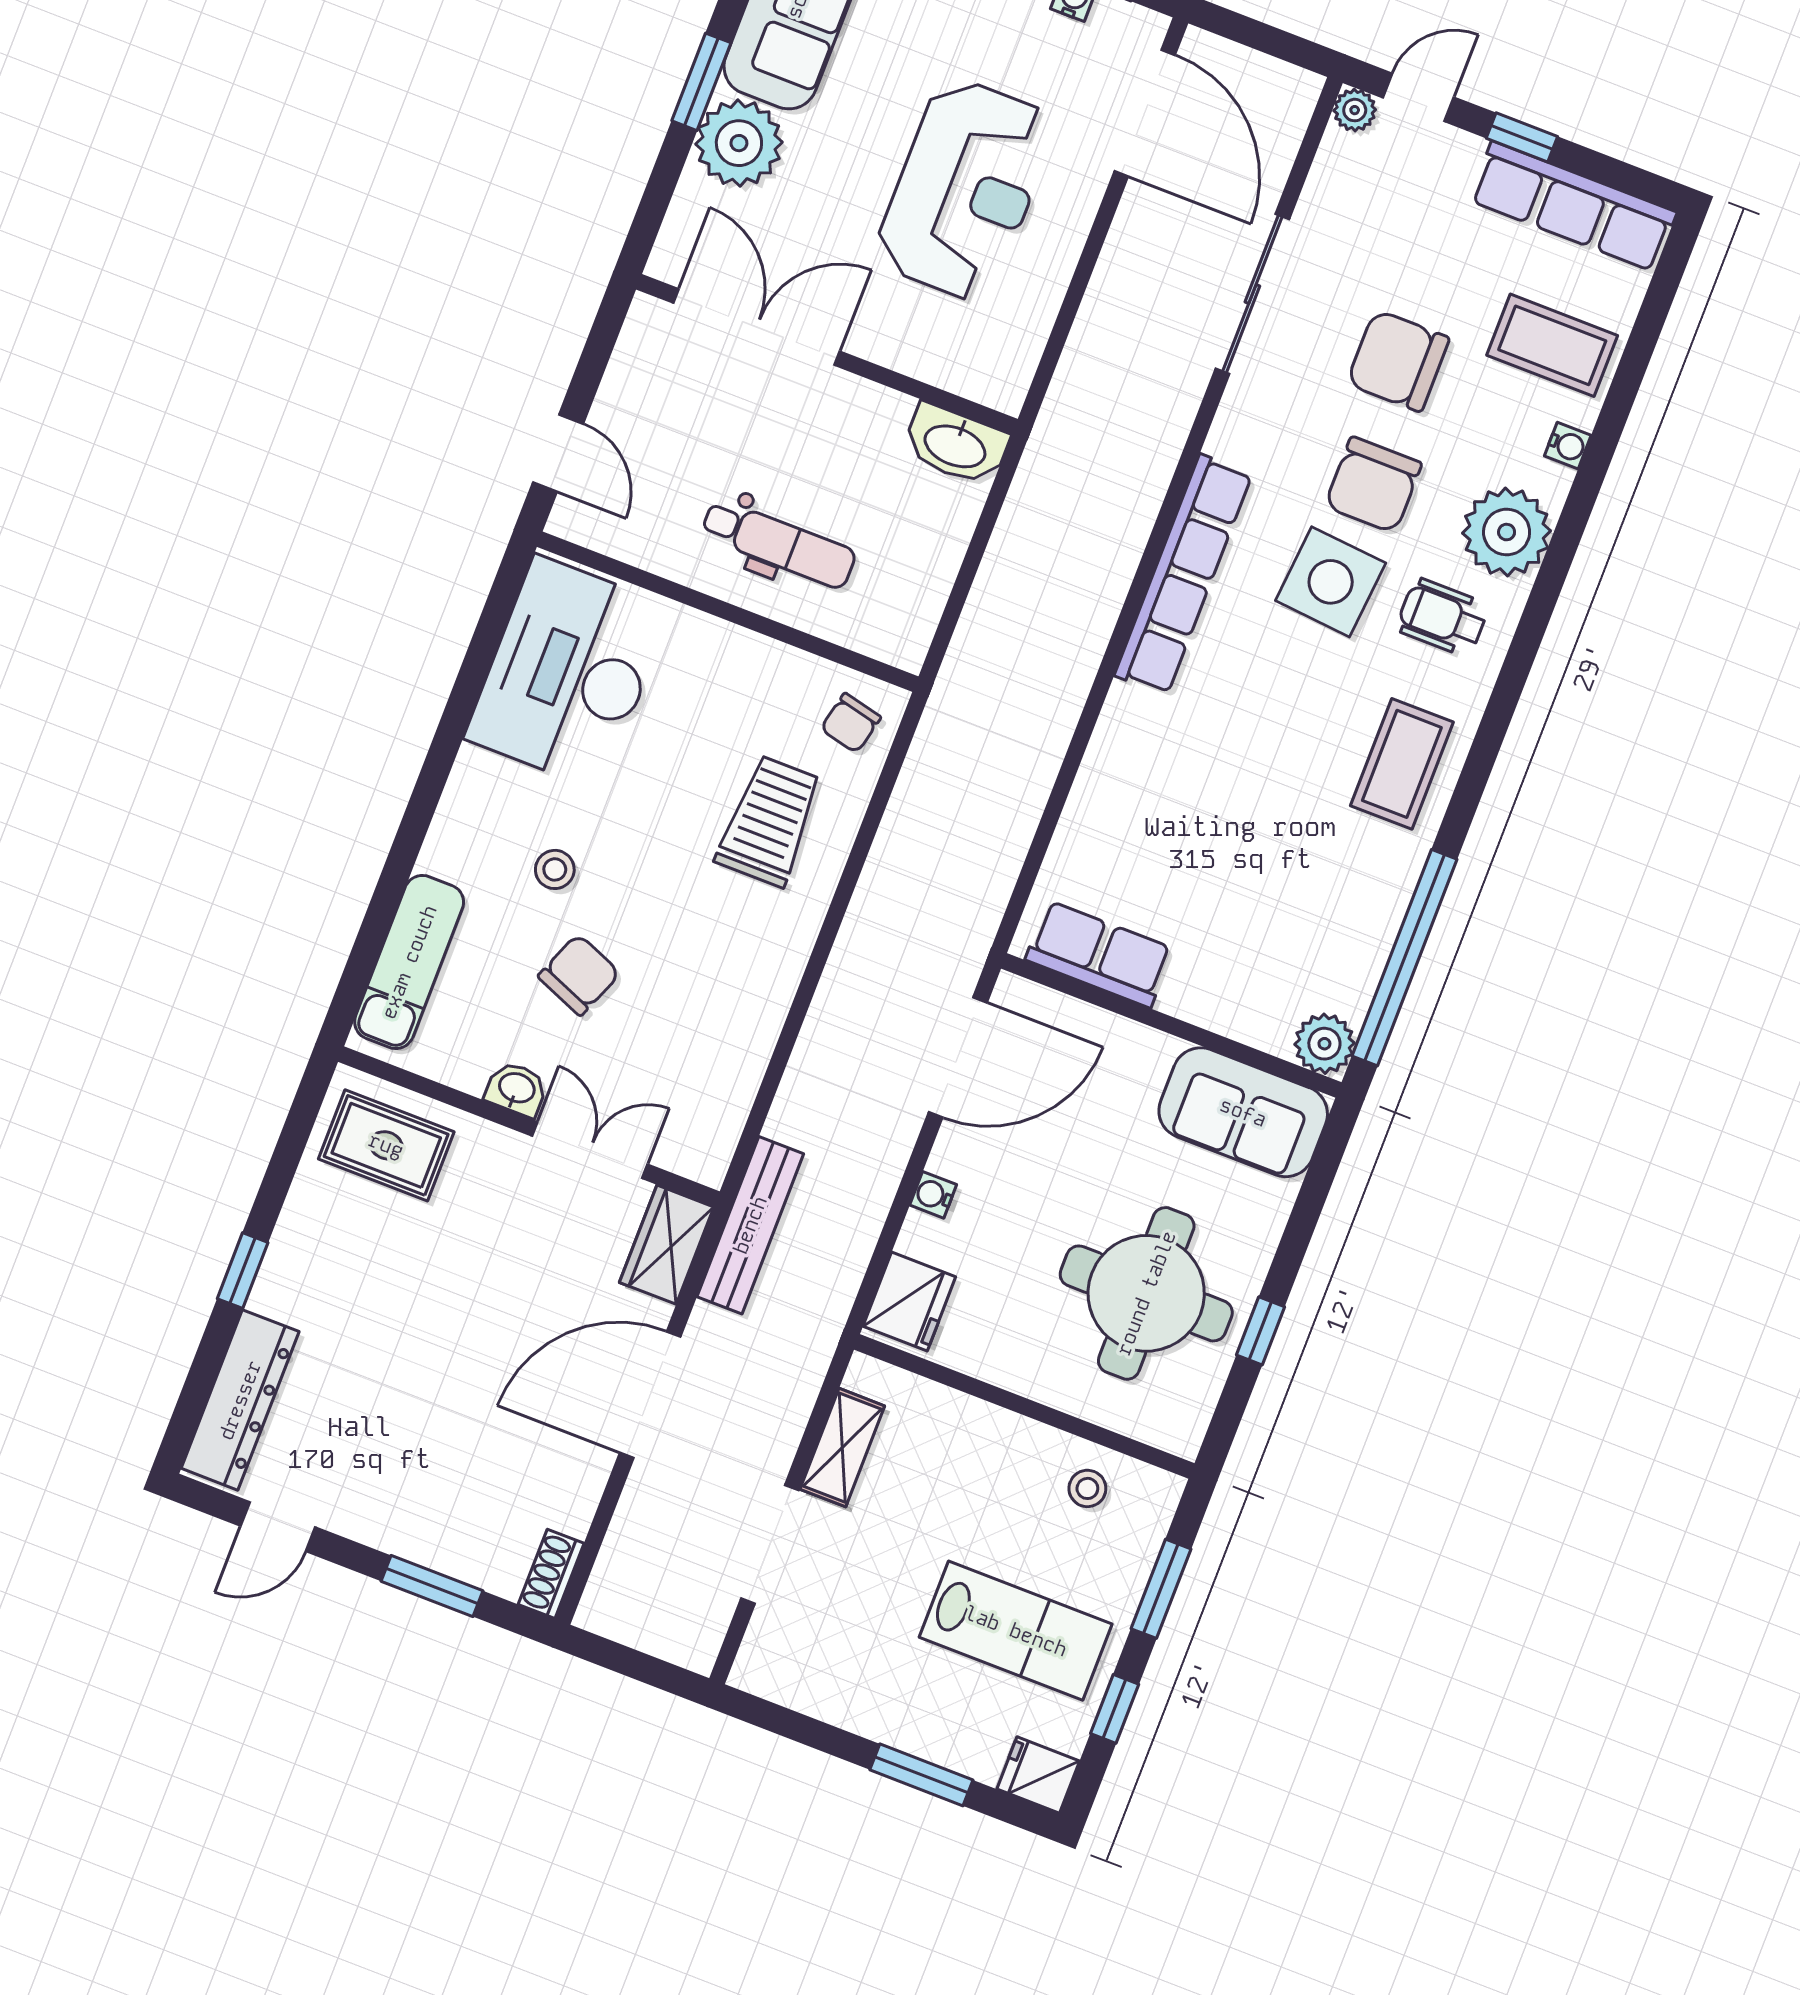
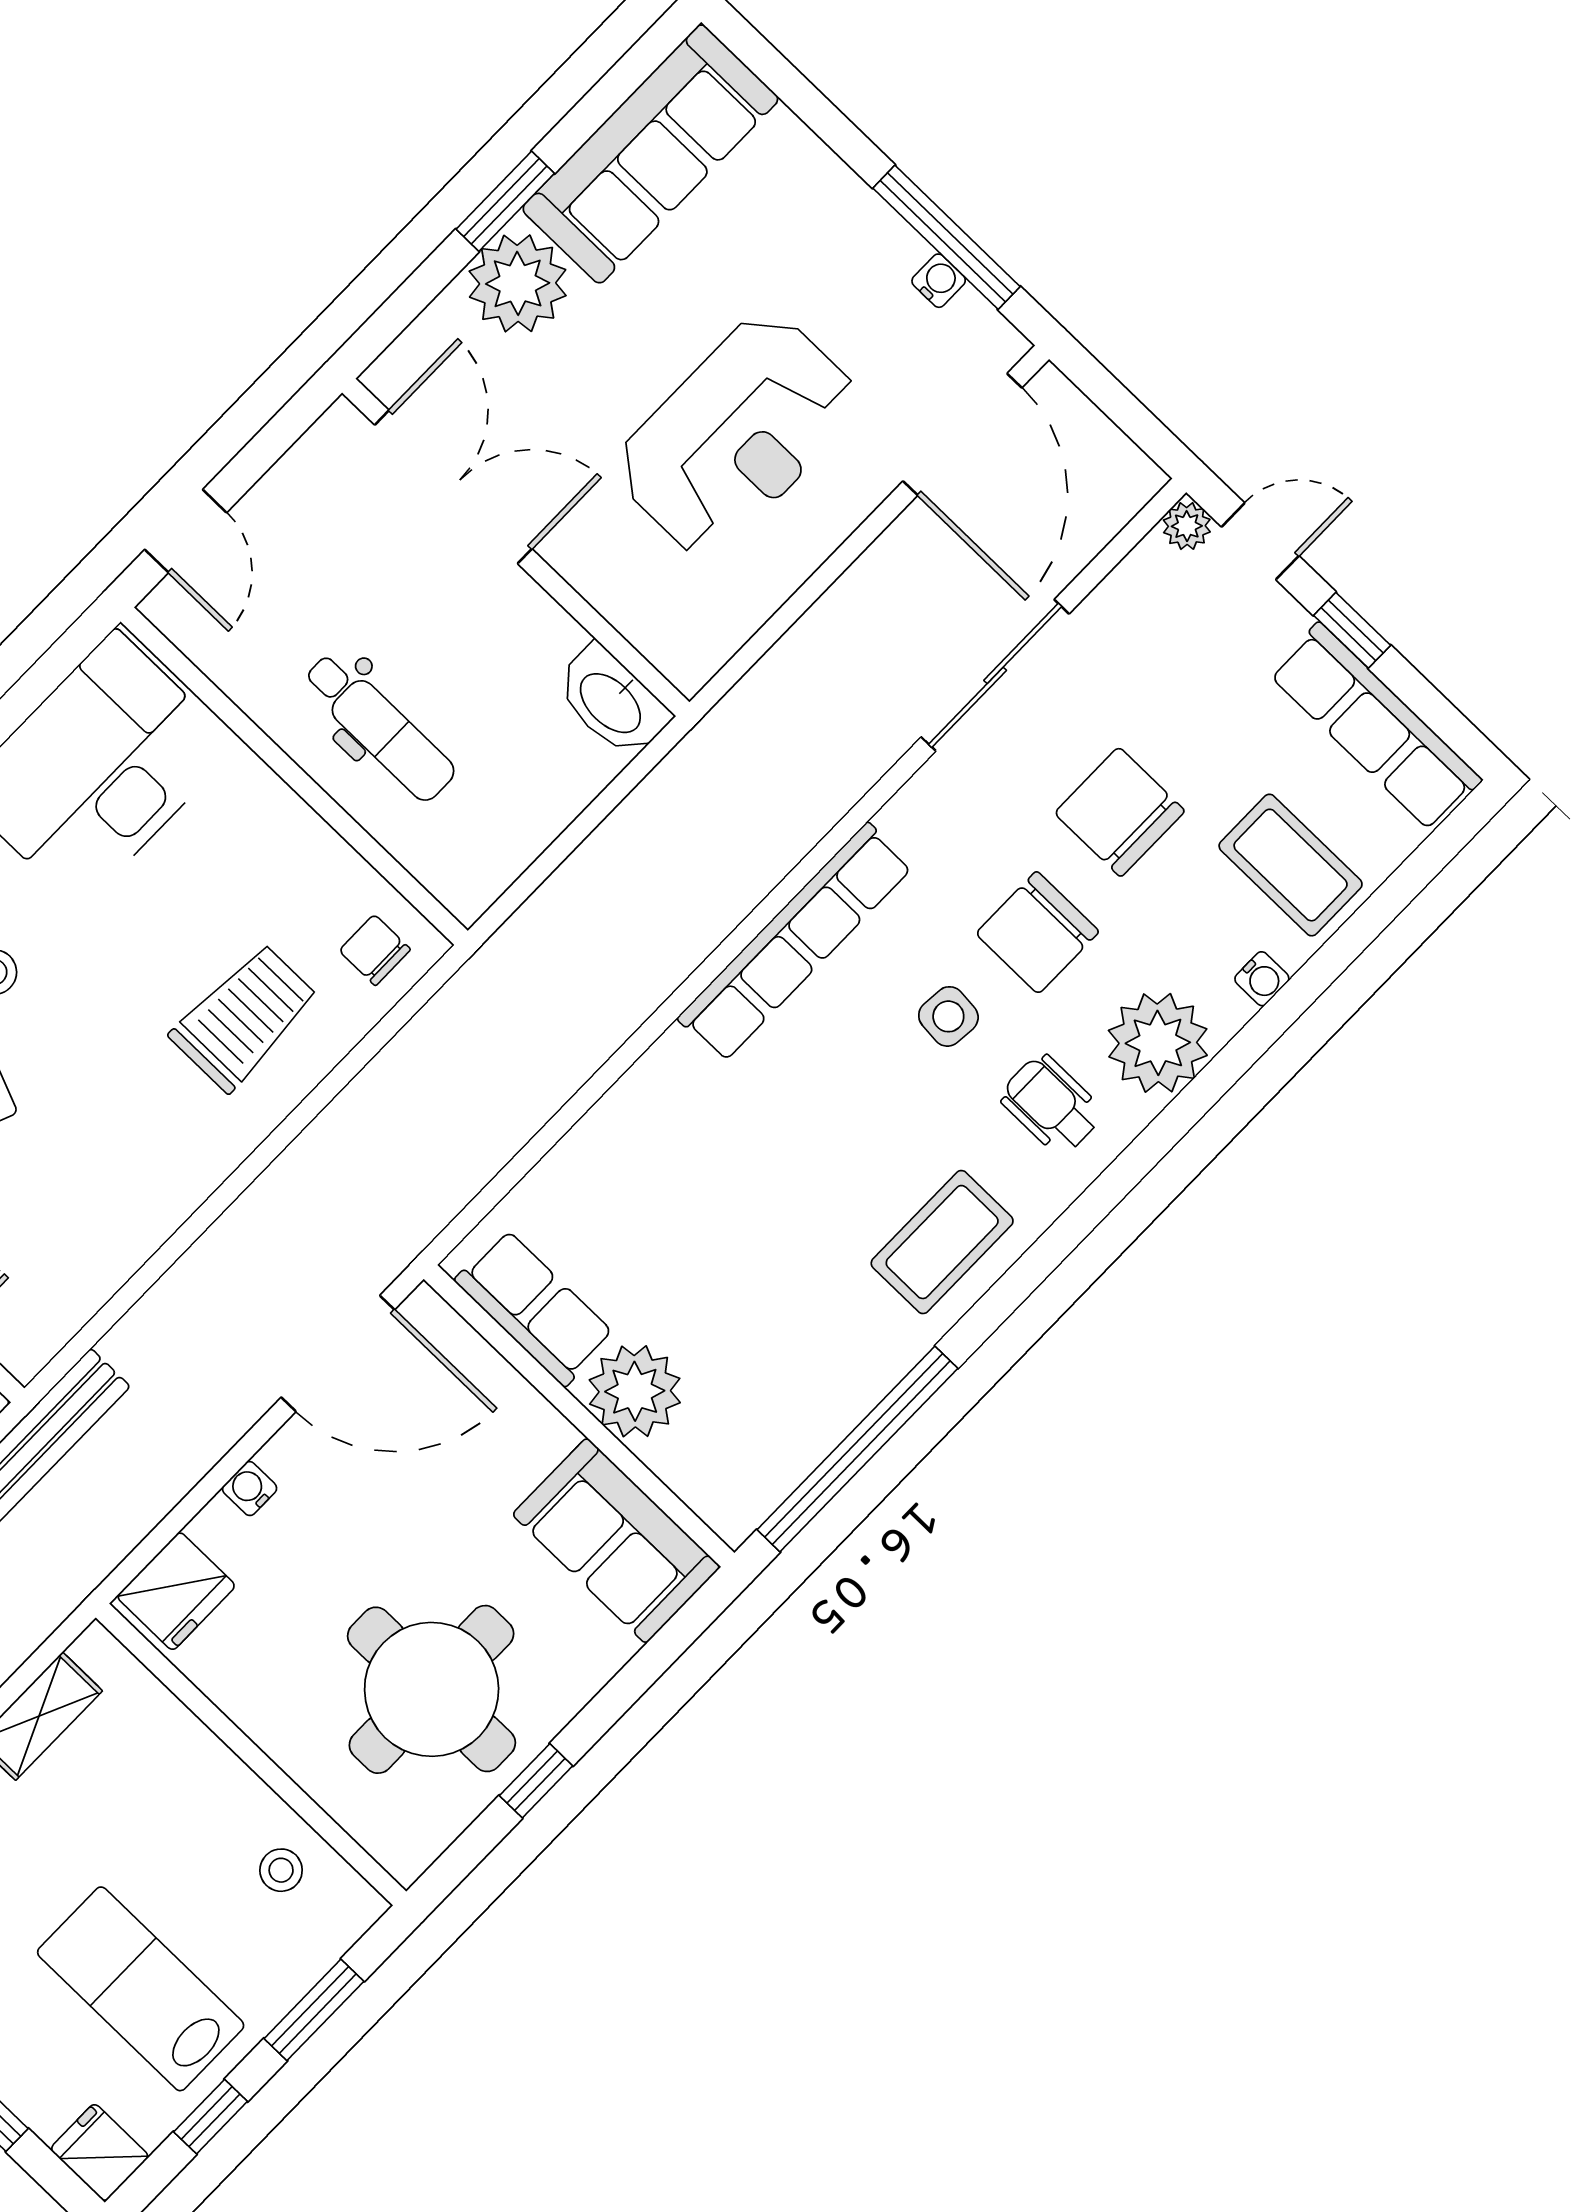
side table: (1331, 582) -> (948, 1016), width x0.54, depth x0.54
chair: (851, 723) -> (375, 950), turned 77
plant: (1324, 1044) -> (635, 1391), moved, width x1.36, depth x1.36
lab bench: (1016, 1631) -> (141, 1989), turned 180

